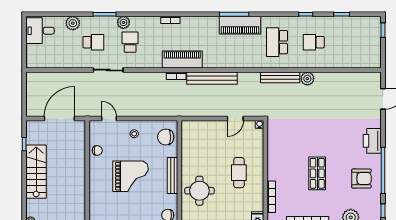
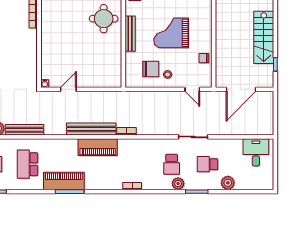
desk: (40, 31) -> (256, 152), moved, turned -90
school desk: (277, 42) -> (28, 164), turned 180
piano: (182, 60) -> (98, 147), moved
chair: (166, 137) -> (151, 69), moved
cafe table: (239, 173) -> (65, 36), removed

